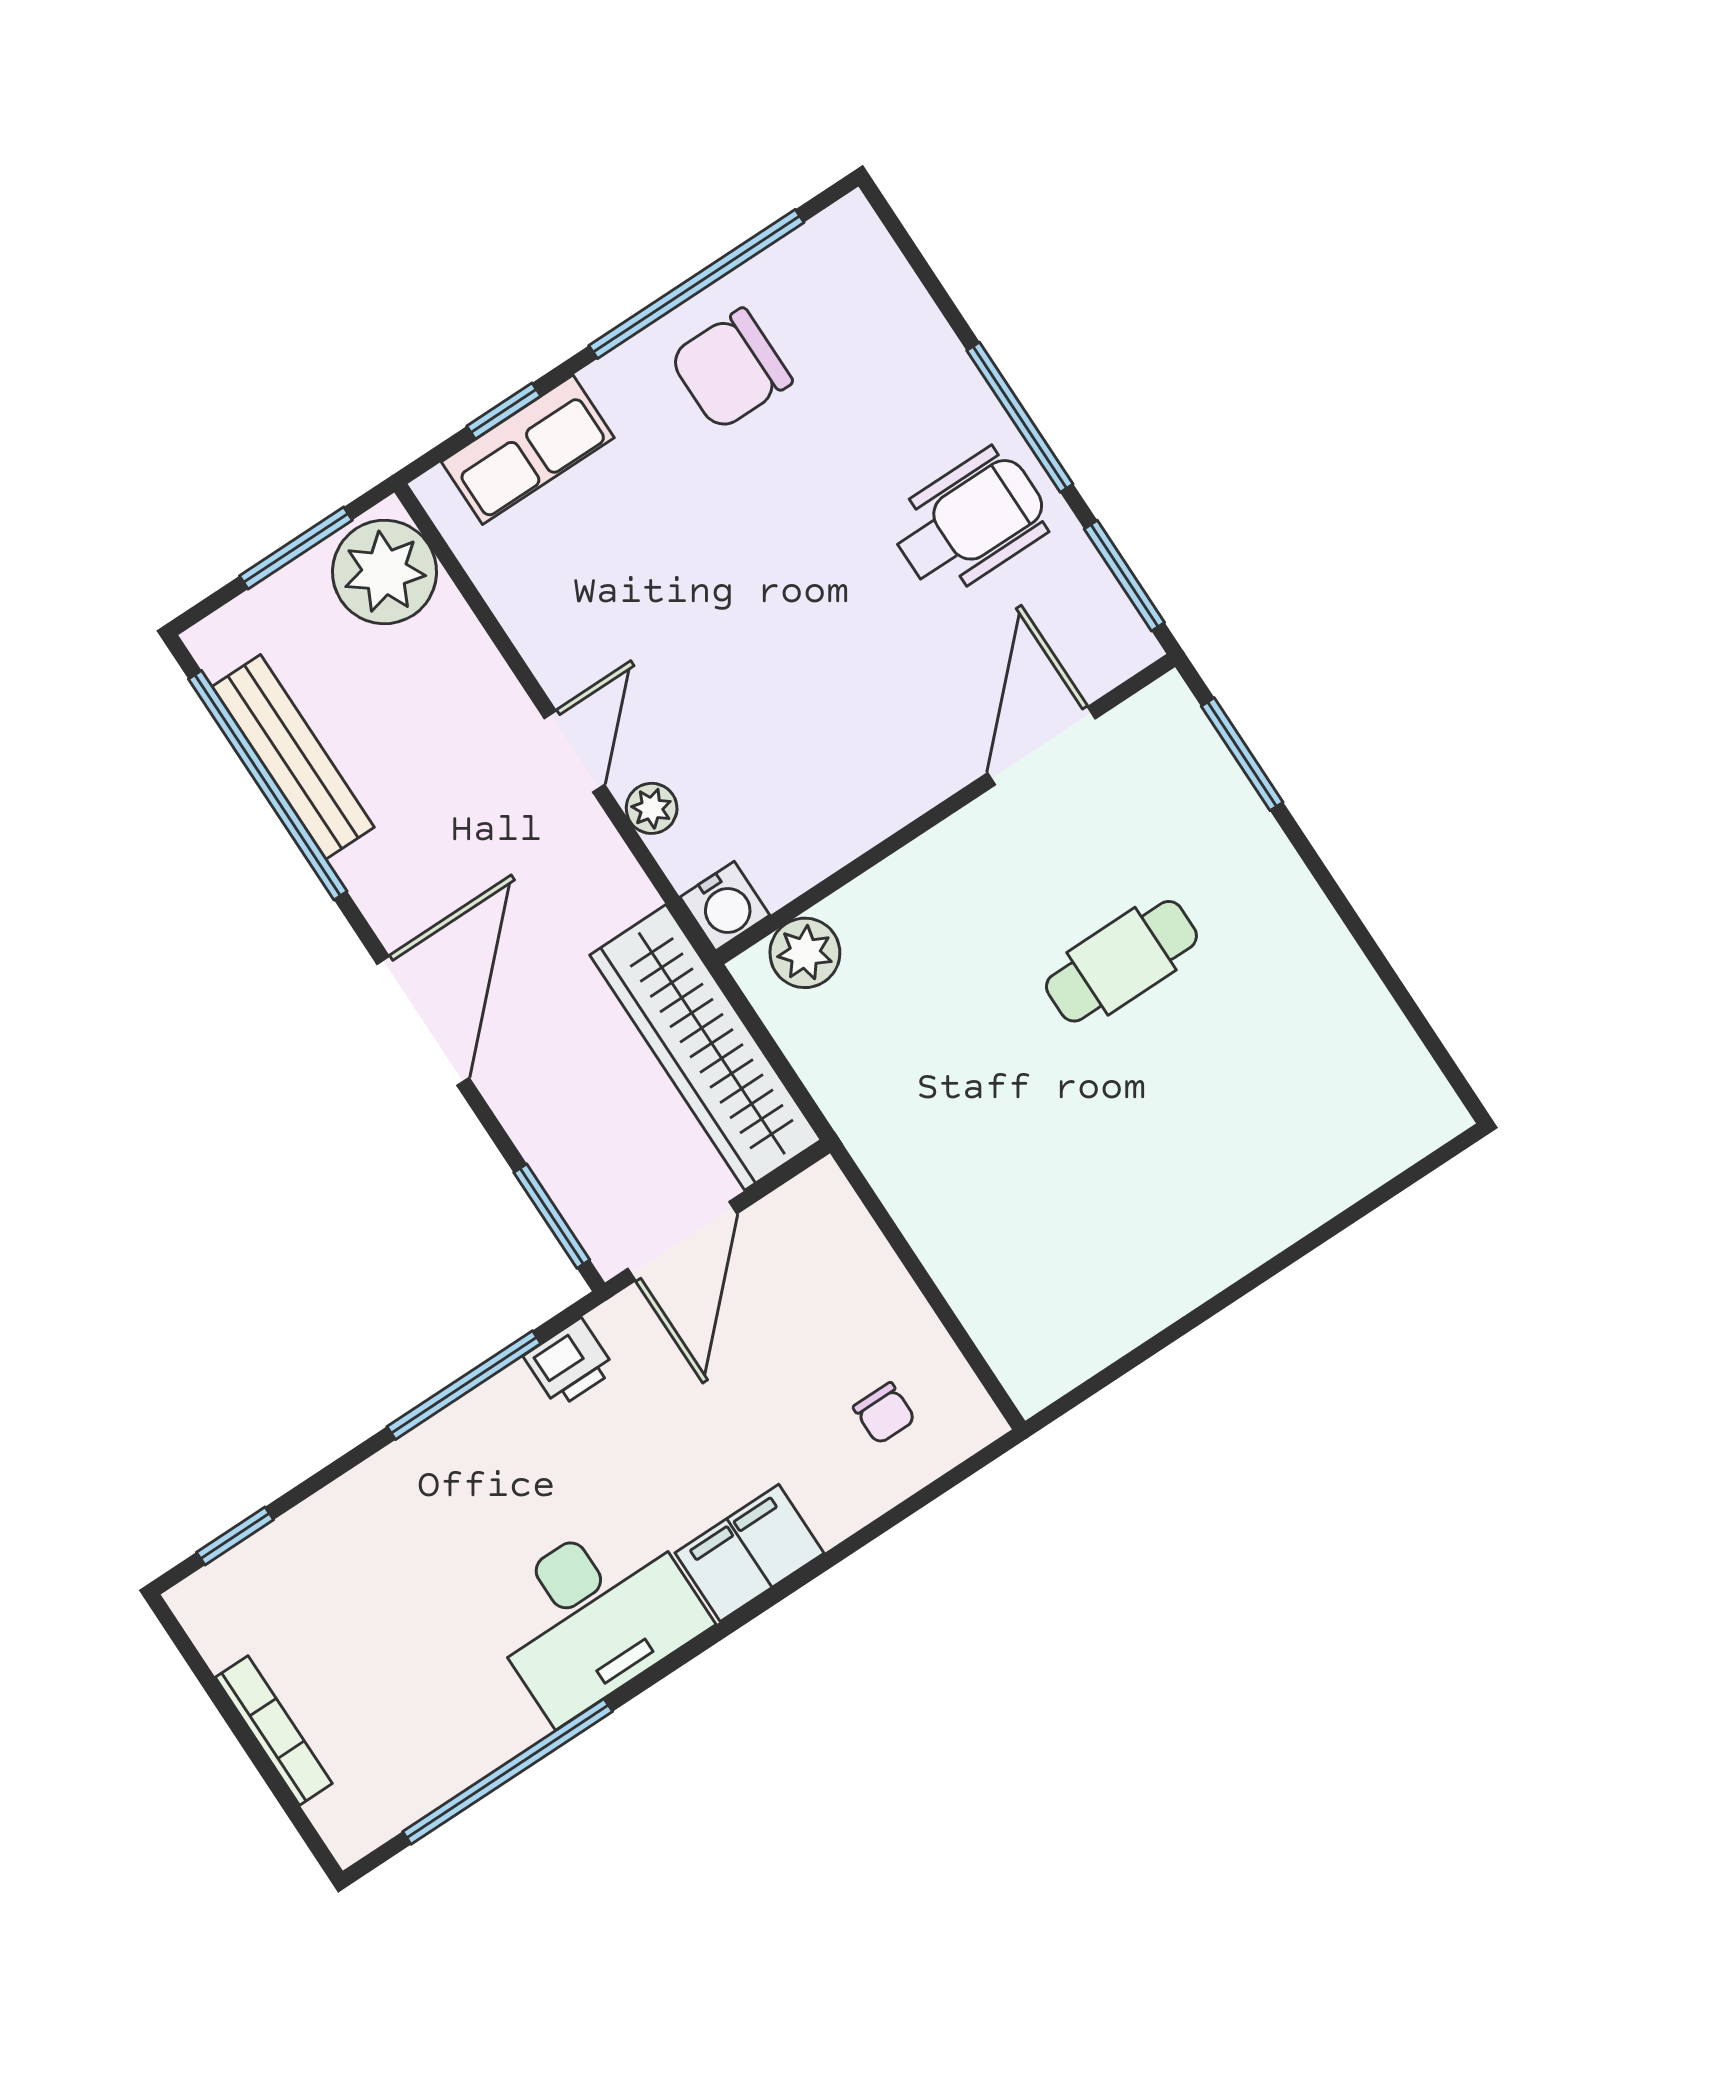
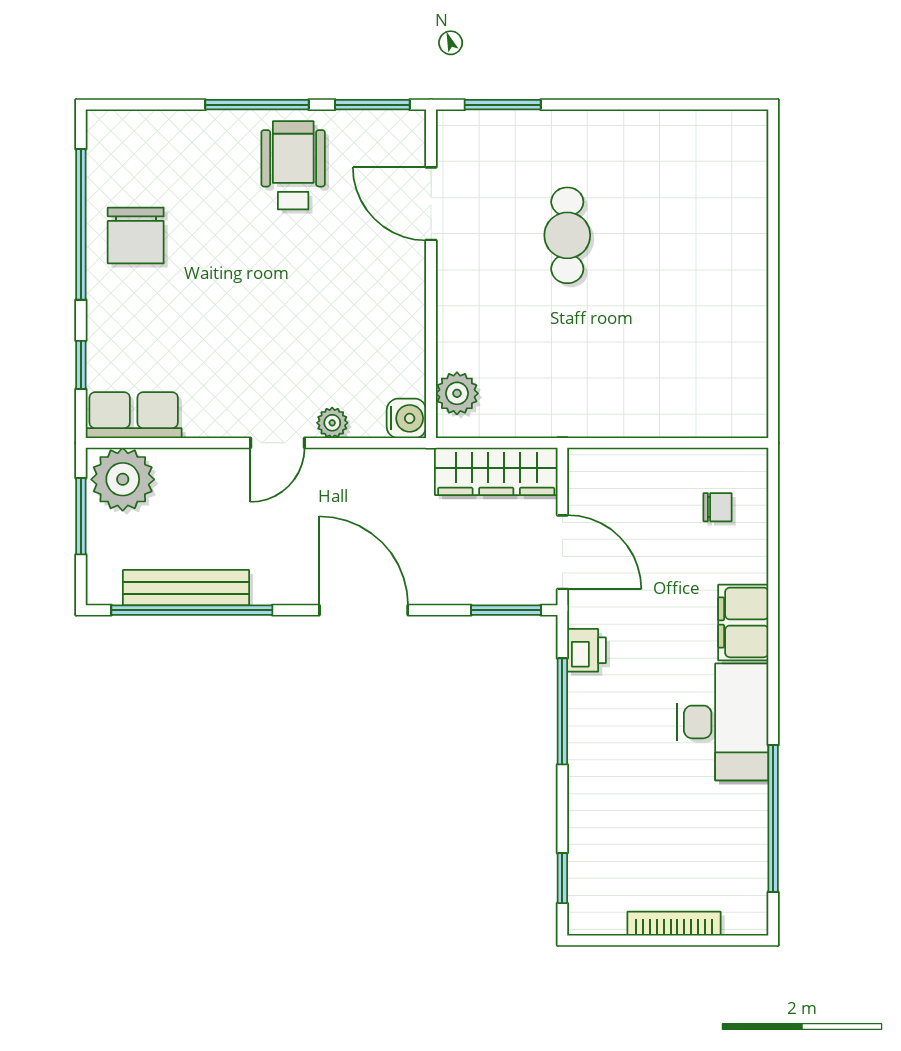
row of seats: (528, 450) -> (134, 415), moved, turned -90
door: (574, 751) -> (277, 443), swing flipped
wardrobe: (705, 1047) -> (496, 471), width x0.71, depth x0.85

